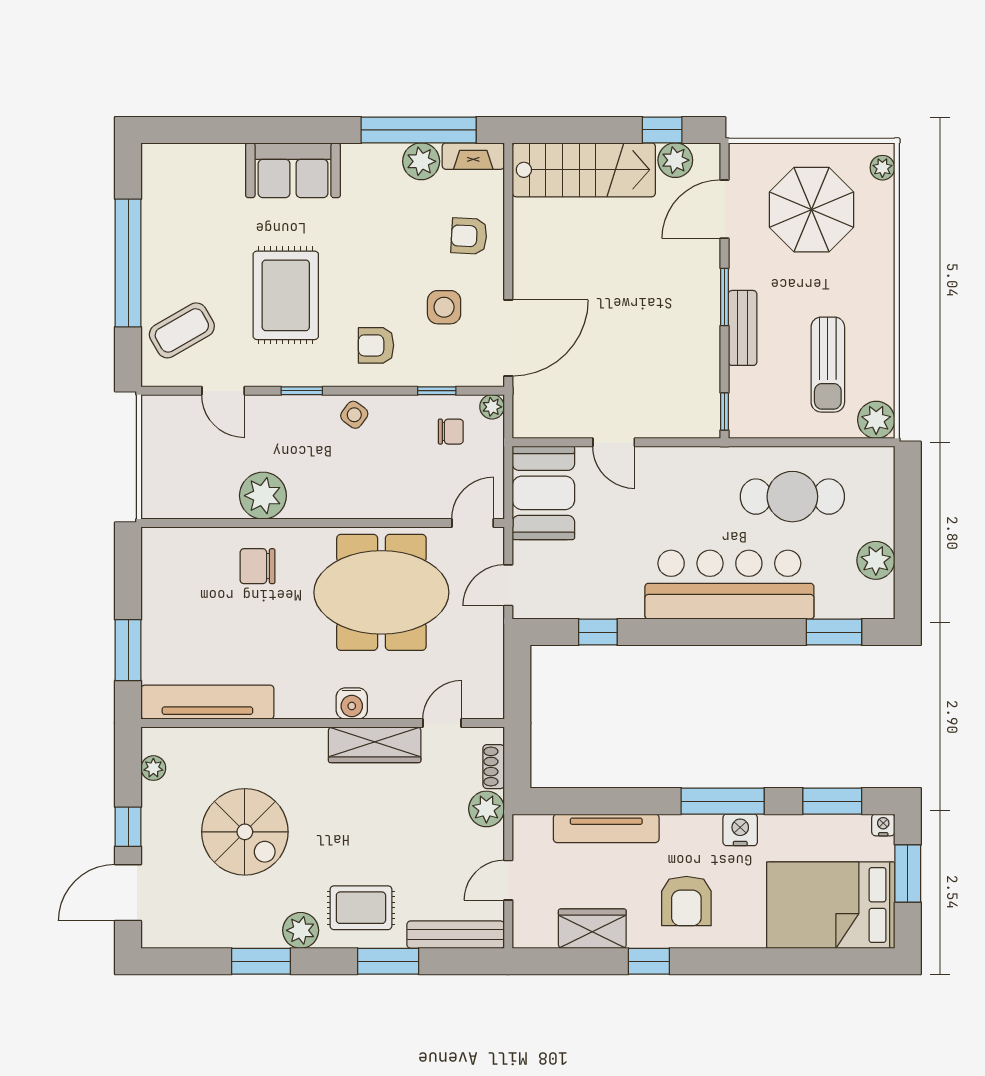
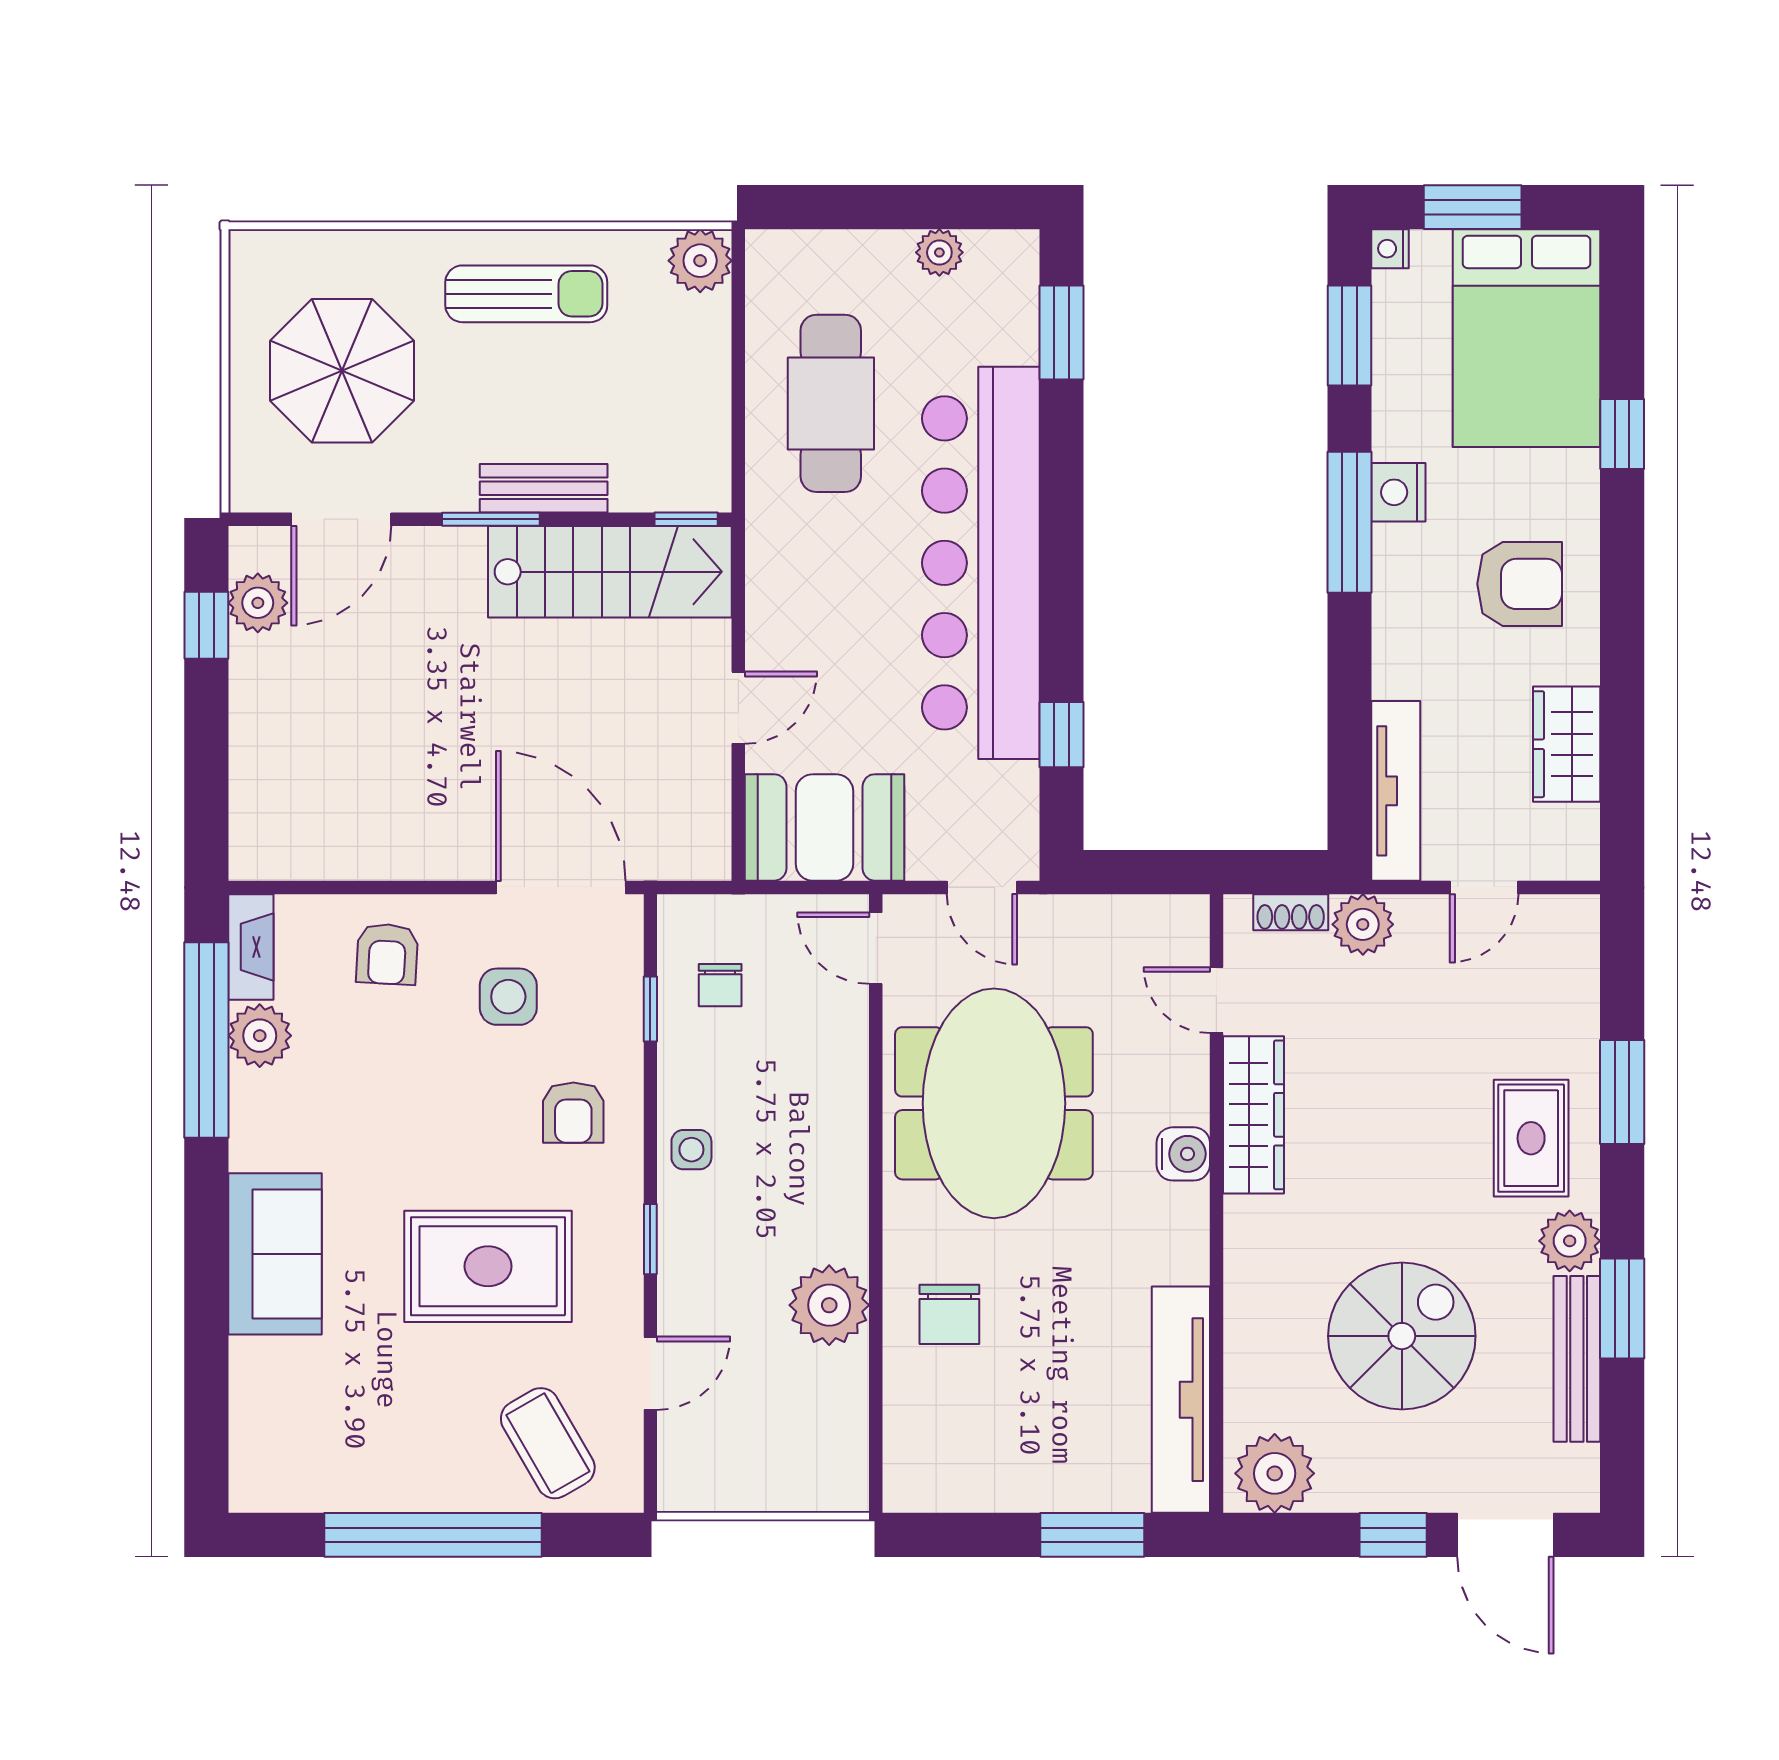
plant: (882, 168) -> (271, 250), removed
stairs: (584, 170) -> (610, 572), moved, turned 90
door: (724, 209) -> (341, 519), hinge flipped
sun lounger: (828, 365) -> (526, 294), moved
plant: (492, 407) -> (678, 915), removed
side table: (354, 415) -> (691, 1150), turned -36
chair: (451, 432) -> (720, 985), turned 180
plant: (876, 560) -> (939, 252), width x0.73, depth x0.73
bar counter: (729, 585) -> (981, 563), width x1.36
plant: (153, 768) -> (1275, 1473), width x1.88, depth x1.88
tv unit: (606, 828) -> (1396, 791), moved
door: (508, 880) -> (1484, 887), hinge flipped
bench: (456, 935) -> (1577, 1359), moved
window: (649, 961) -> (1622, 434), moved

